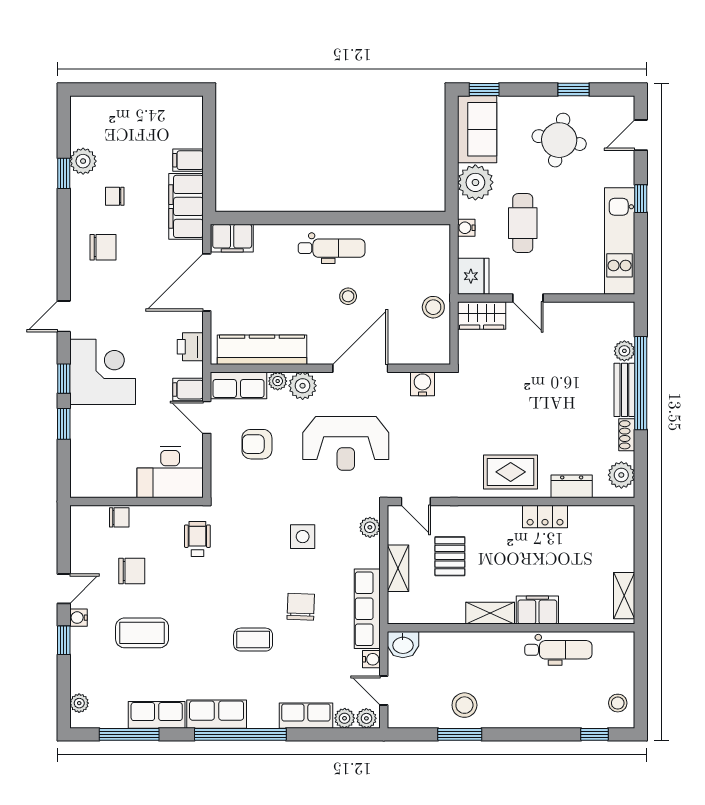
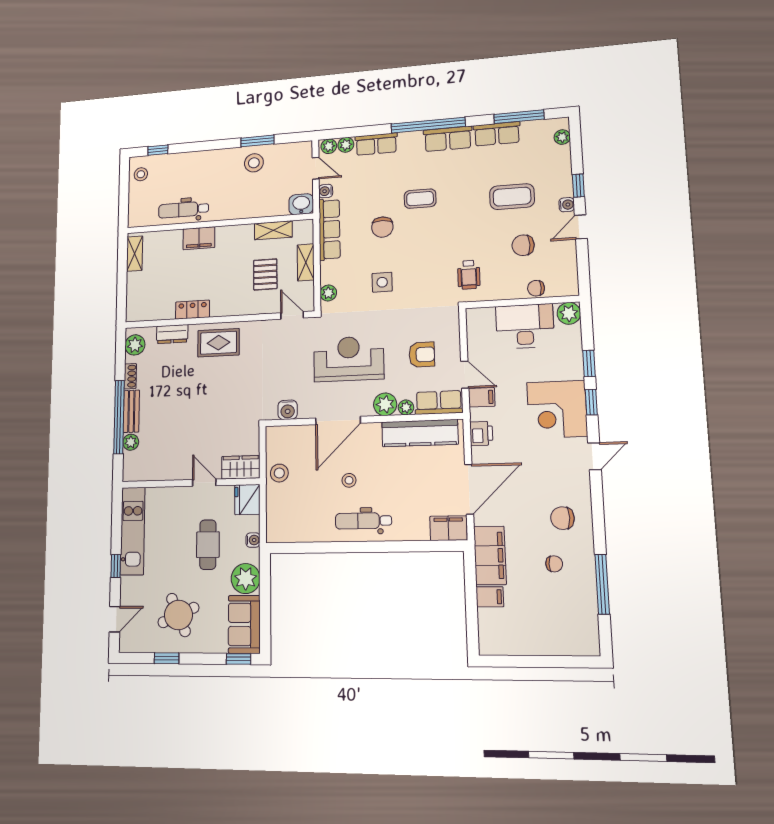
round table: (559, 140) -> (178, 615), turned -35
plant: (83, 161) -> (569, 313), moved
window: (64, 173) -> (602, 584), width x2.17
desk: (170, 472) -> (525, 326), moved
shelving: (490, 613) -> (273, 230), moved

